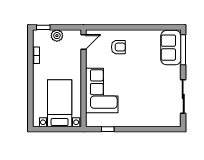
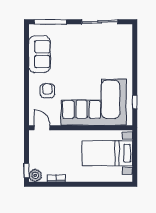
plant: (57, 36) -> (35, 175), moved
sofa: (171, 48) -> (39, 54), moved, turned -90
corner sofa: (102, 90) -> (94, 102), width x1.36, depth x1.36

